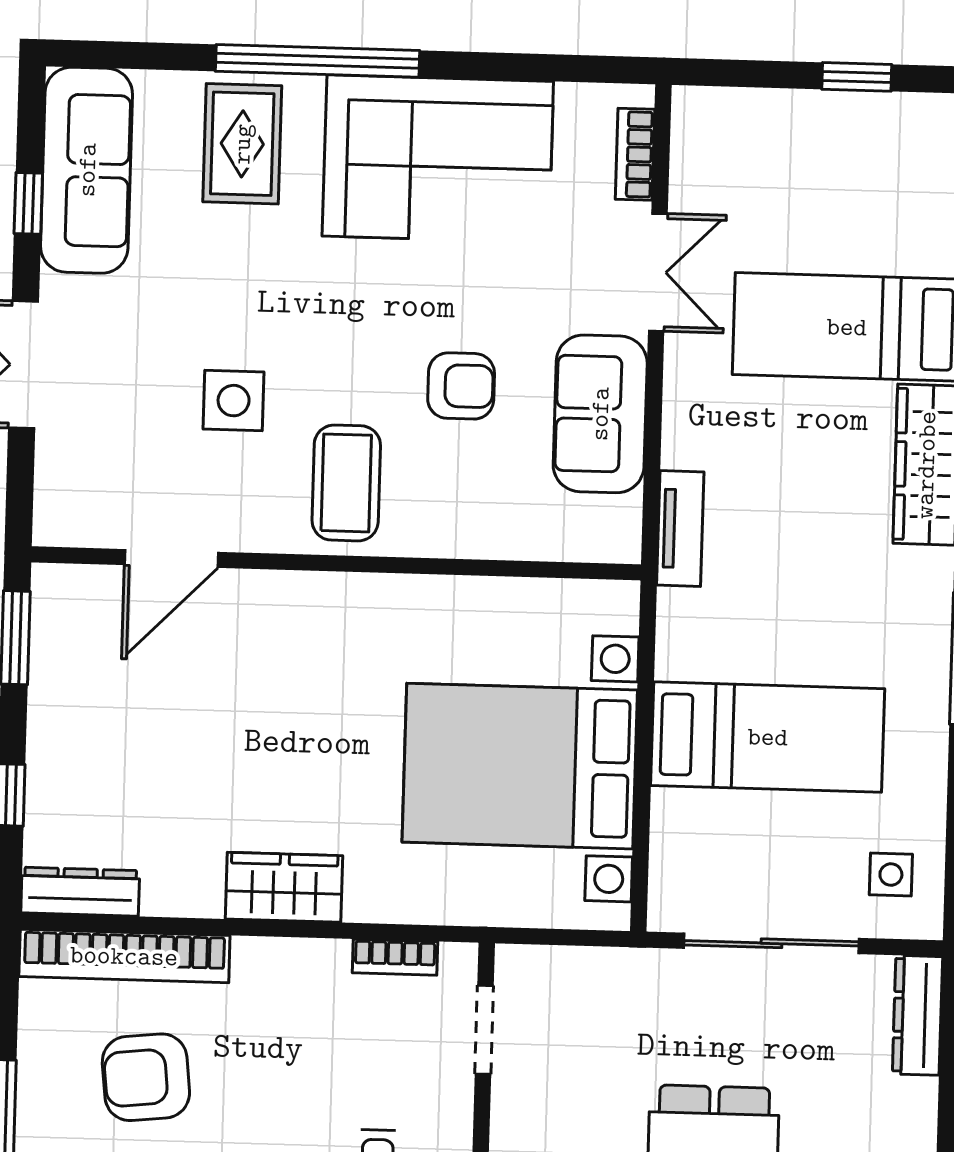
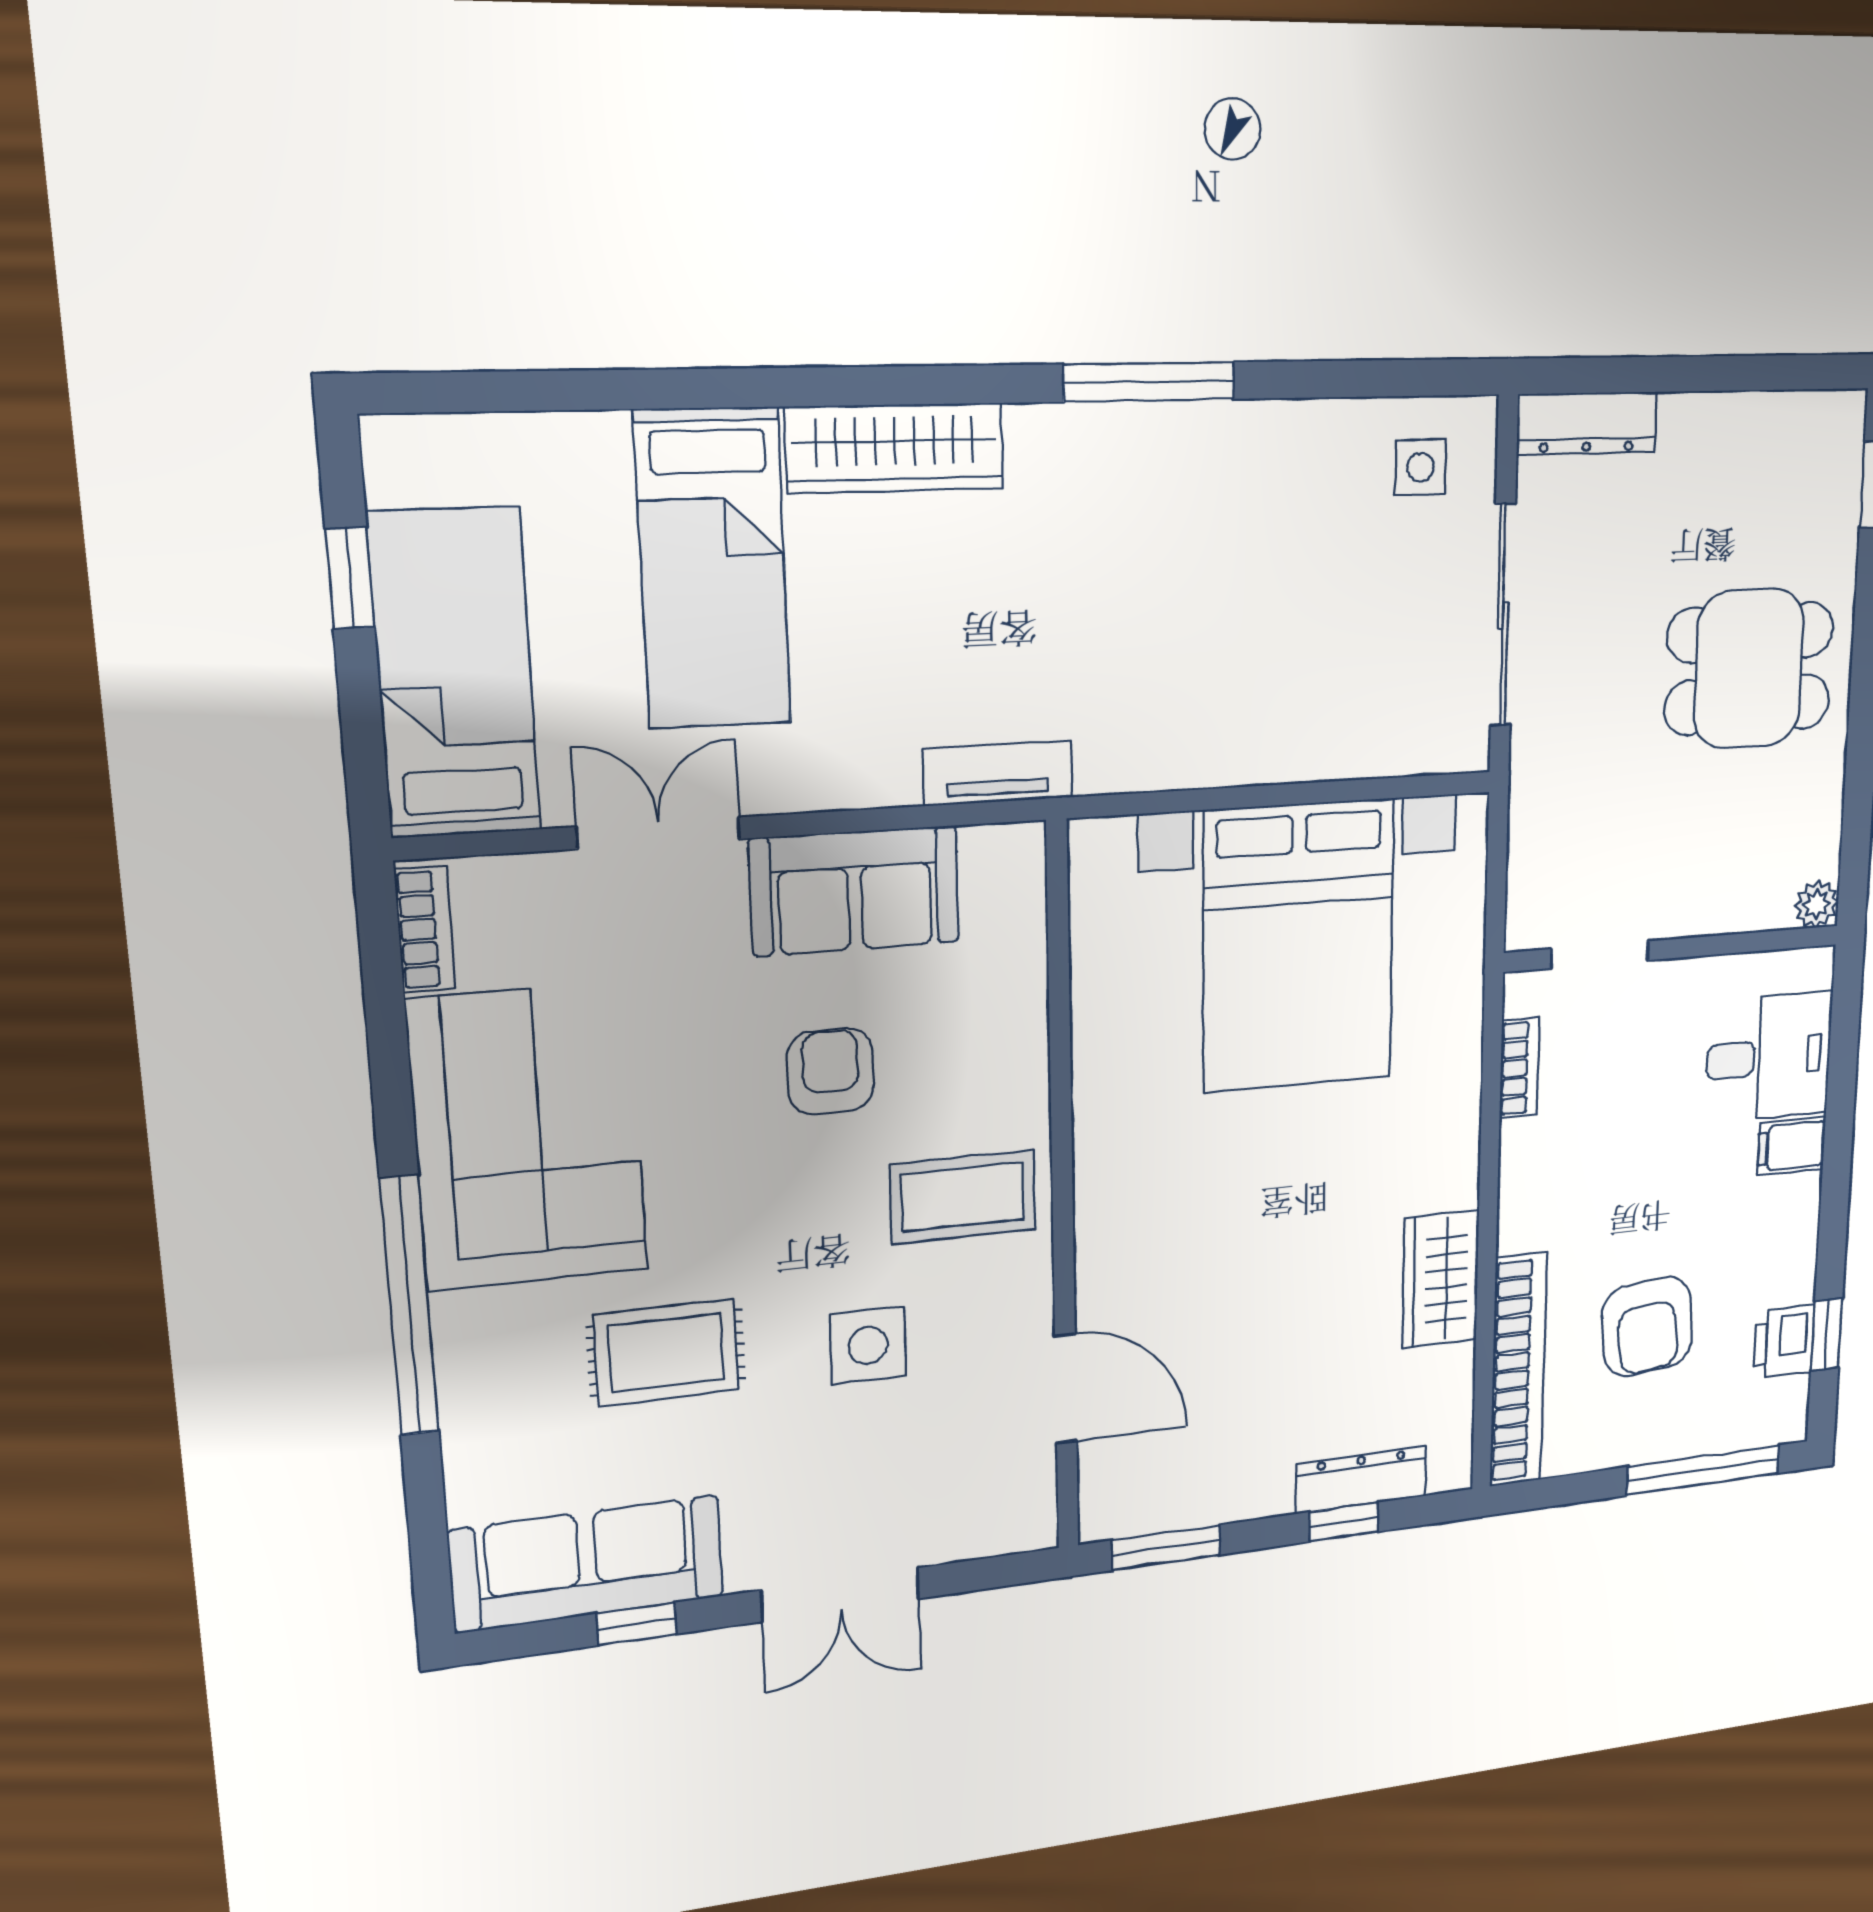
rug: (242, 144) -> (666, 1353), moved
bookcase: (635, 154) -> (425, 929), moved, turned -90
bed: (768, 737) -> (455, 674), moved
wardrobe: (284, 887) -> (1441, 1279), moved
dresser: (80, 892) -> (1361, 1480), moved, turned 90

